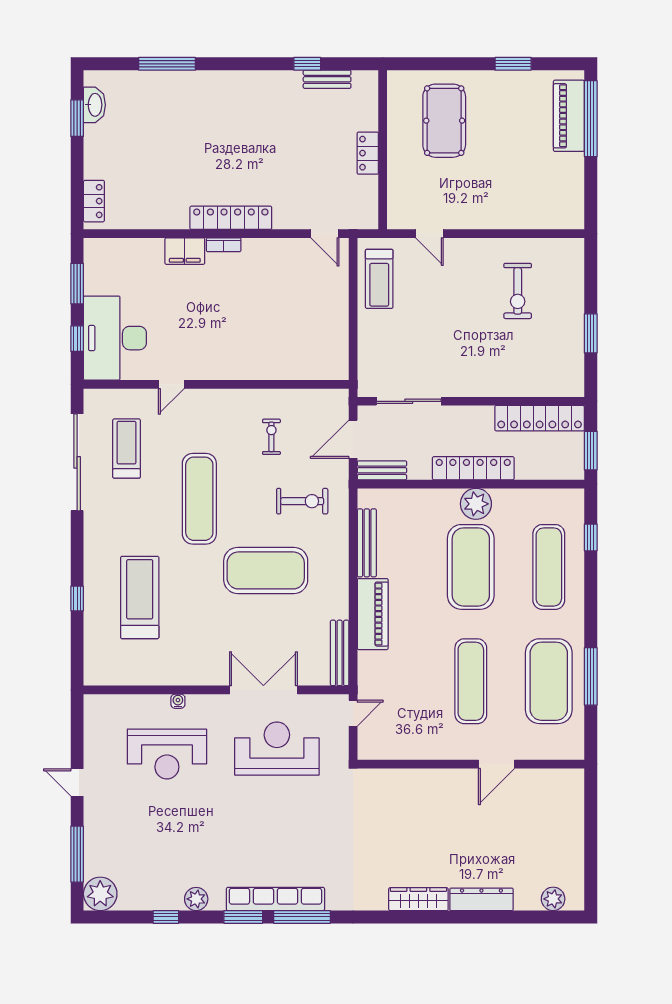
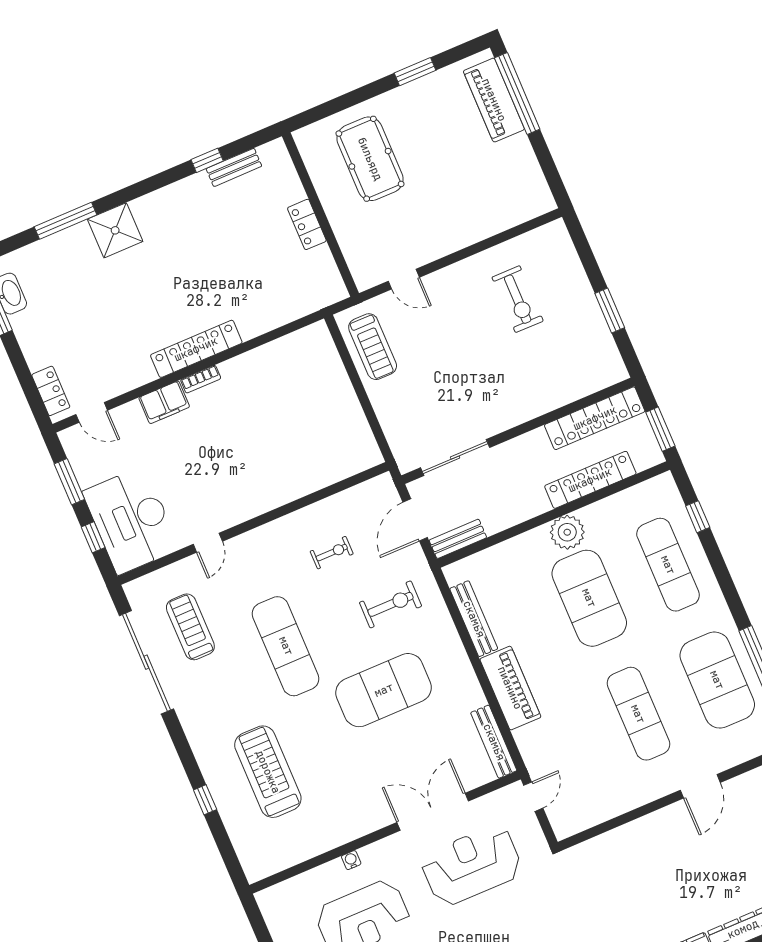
shower: (205, 90) -> (115, 230), added
door: (325, 234) -> (92, 412), moved
exercise bike: (271, 437) -> (332, 553), turned 90
locker: (473, 468) -> (590, 480), moved

